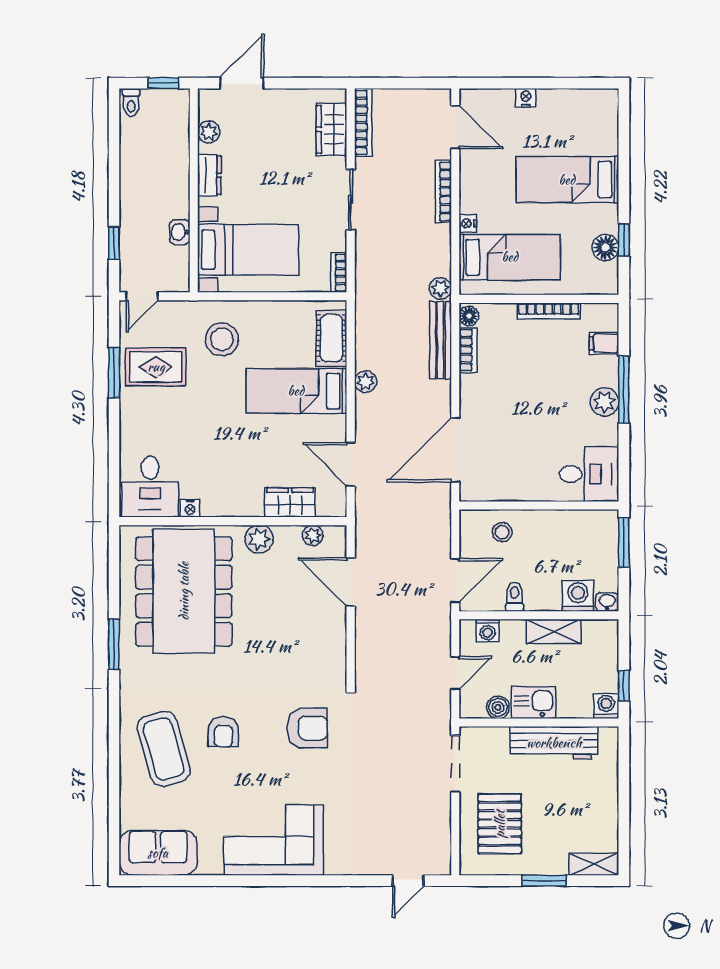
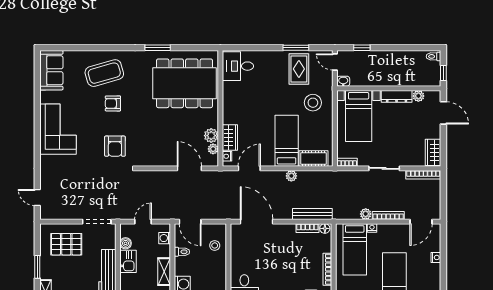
wardrobe: (332, 129) -> (433, 152), moved, turned -90
dresser: (209, 175) -> (397, 96), width x1.44
washbasin: (180, 232) -> (343, 81), moved
plant: (440, 288) -> (366, 214), moved
nightstand: (190, 508) -> (227, 156), moved
plant: (259, 539) -> (211, 136), moved
door: (351, 582) -> (189, 168), hinge flipped
door: (455, 673) -> (143, 222), swing flipped

